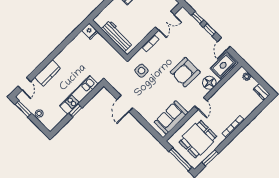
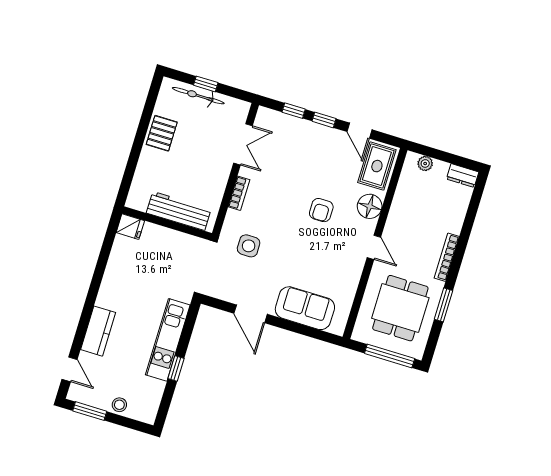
armchair: (185, 72) -> (321, 210), width x0.53, depth x0.53
sofa: (171, 118) -> (305, 308), moved, turned 90
window: (210, 158) -> (444, 305), moved

